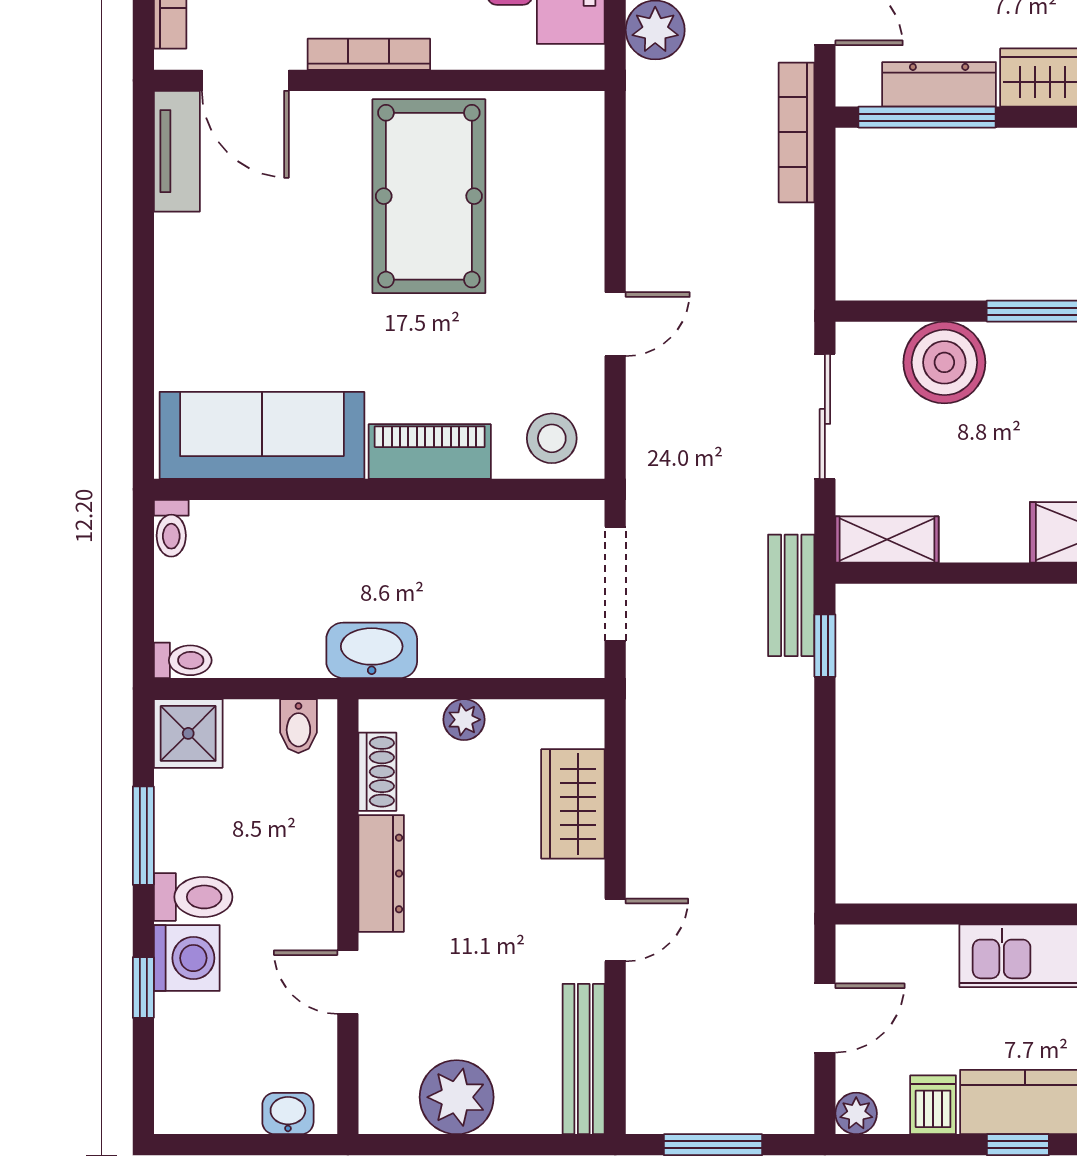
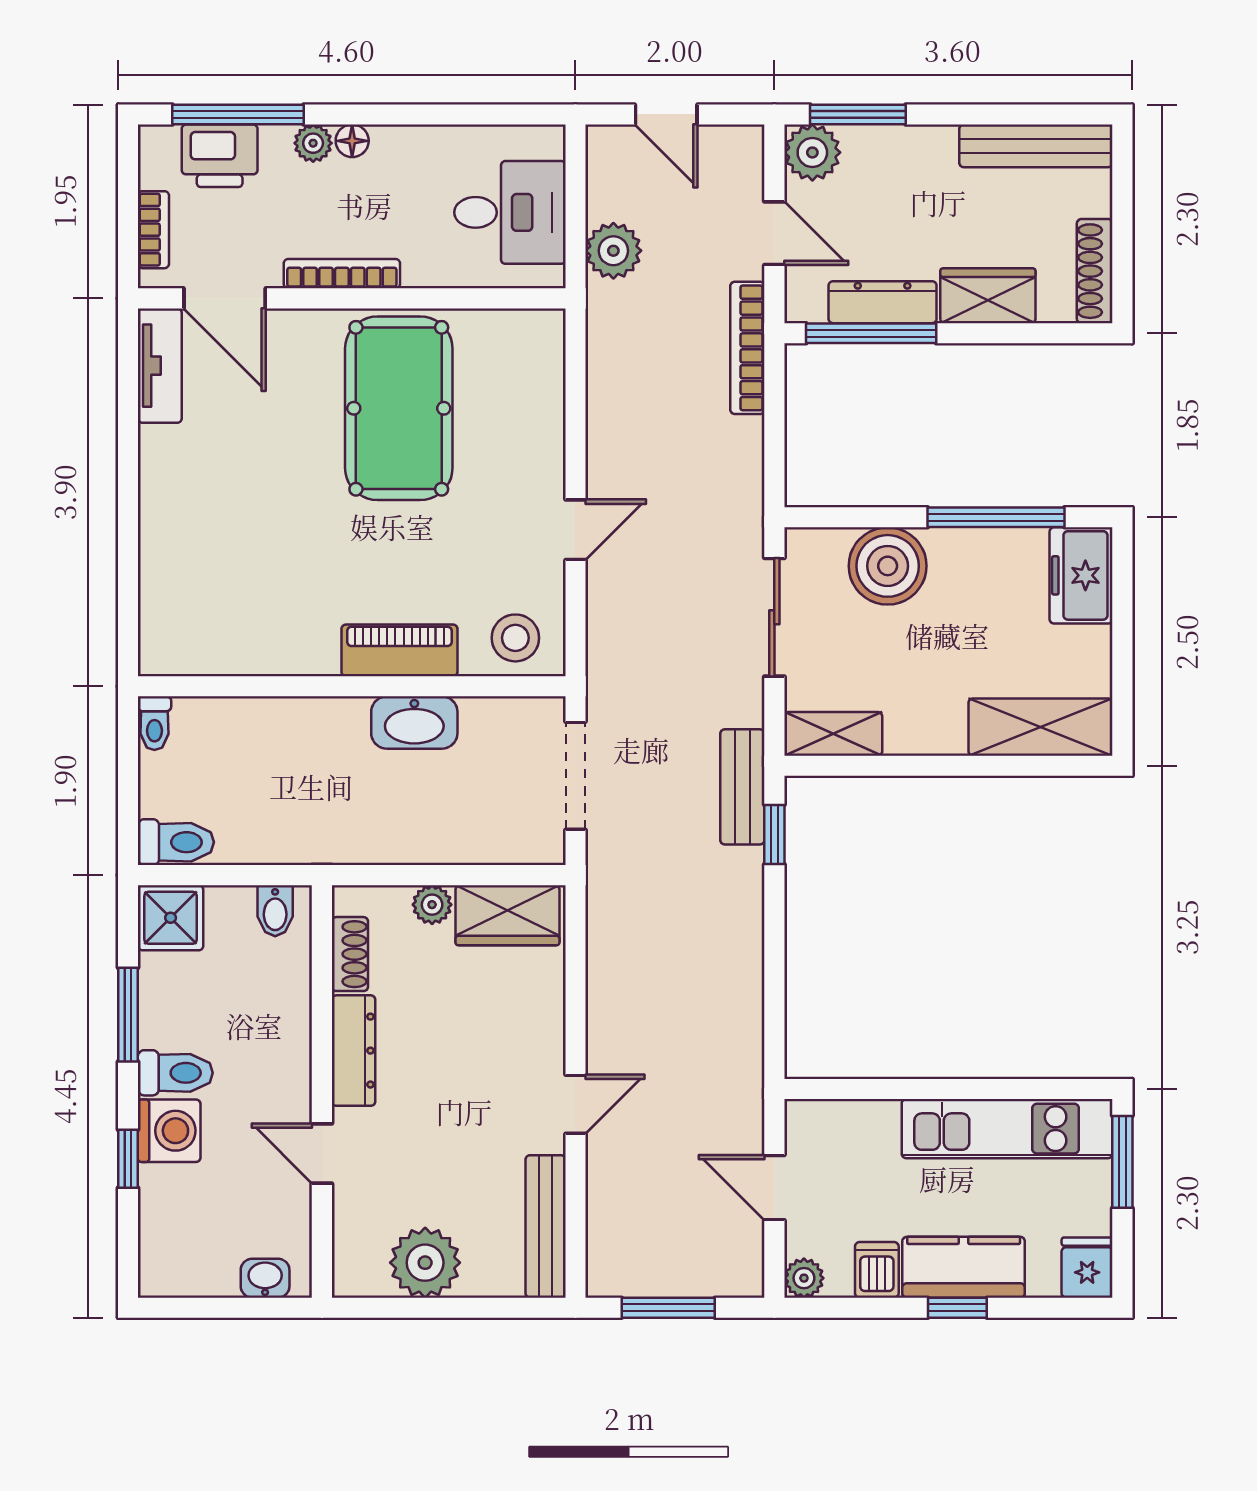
sofa: (262, 435) -> (240, 635), removed
washbasin: (372, 650) -> (414, 722), moved, turned 180
toilet: (183, 660) -> (176, 842), width x1.37, depth x1.39
wardrobe: (573, 804) -> (507, 915), moved, turned -90
door: (825, 1018) -> (774, 1188), swing flipped

